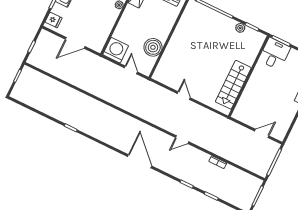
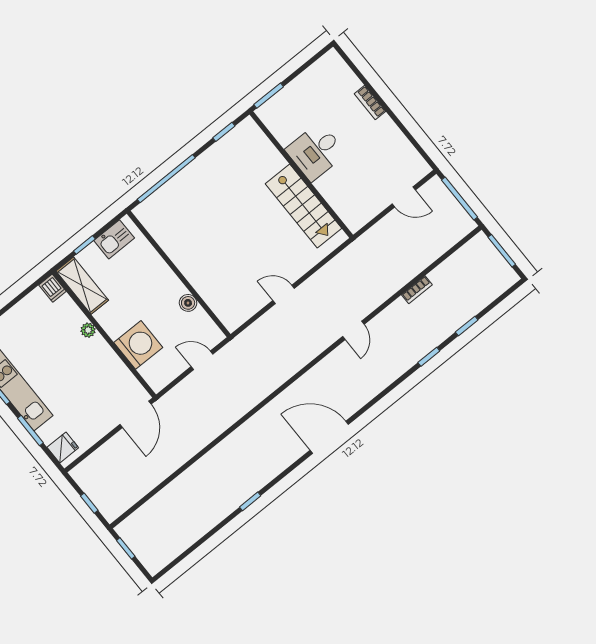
plant: (240, 28) -> (217, 152), removed
door: (75, 43) -> (135, 414), moved
boiler: (153, 47) -> (188, 303), width x0.54, depth x0.54
washing machine: (116, 50) -> (138, 345), moved, turned 90
desk: (275, 54) -> (316, 152), moved, turned -90
door: (262, 133) -> (404, 197), swing flipped
door: (140, 161) -> (329, 437), moved

